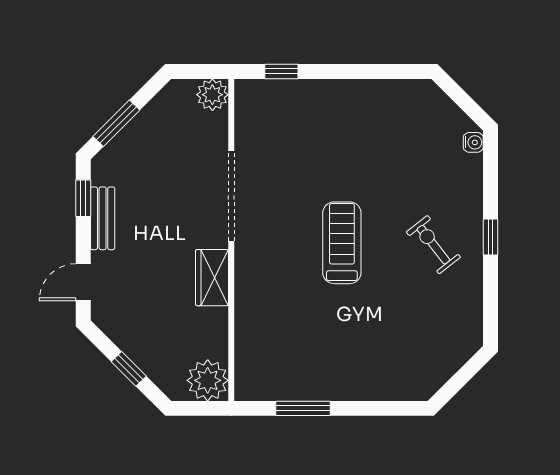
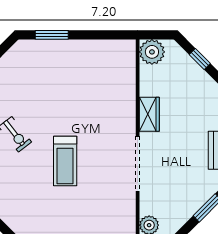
treadmill: (342, 243) -> (65, 161), moved
window: (303, 408) -> (52, 35), moved

